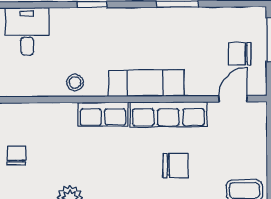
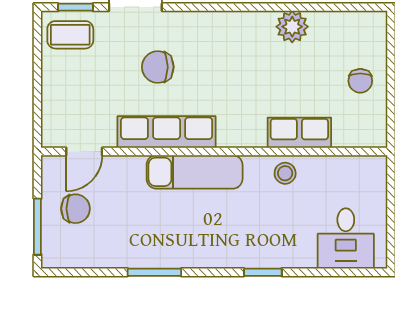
row of seats: (103, 114) -> (299, 133), moved

